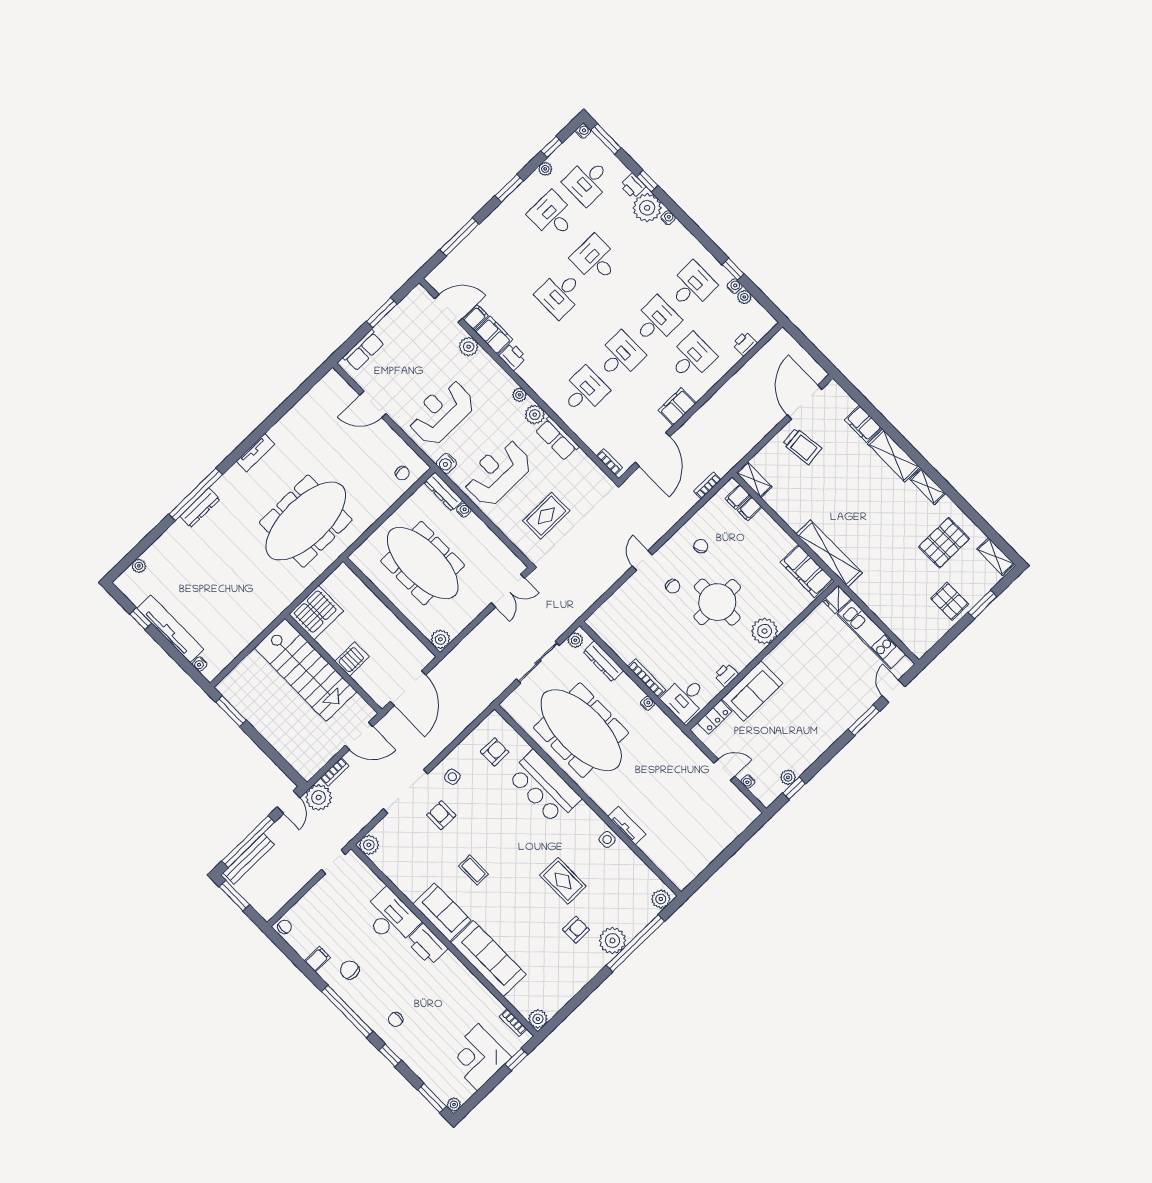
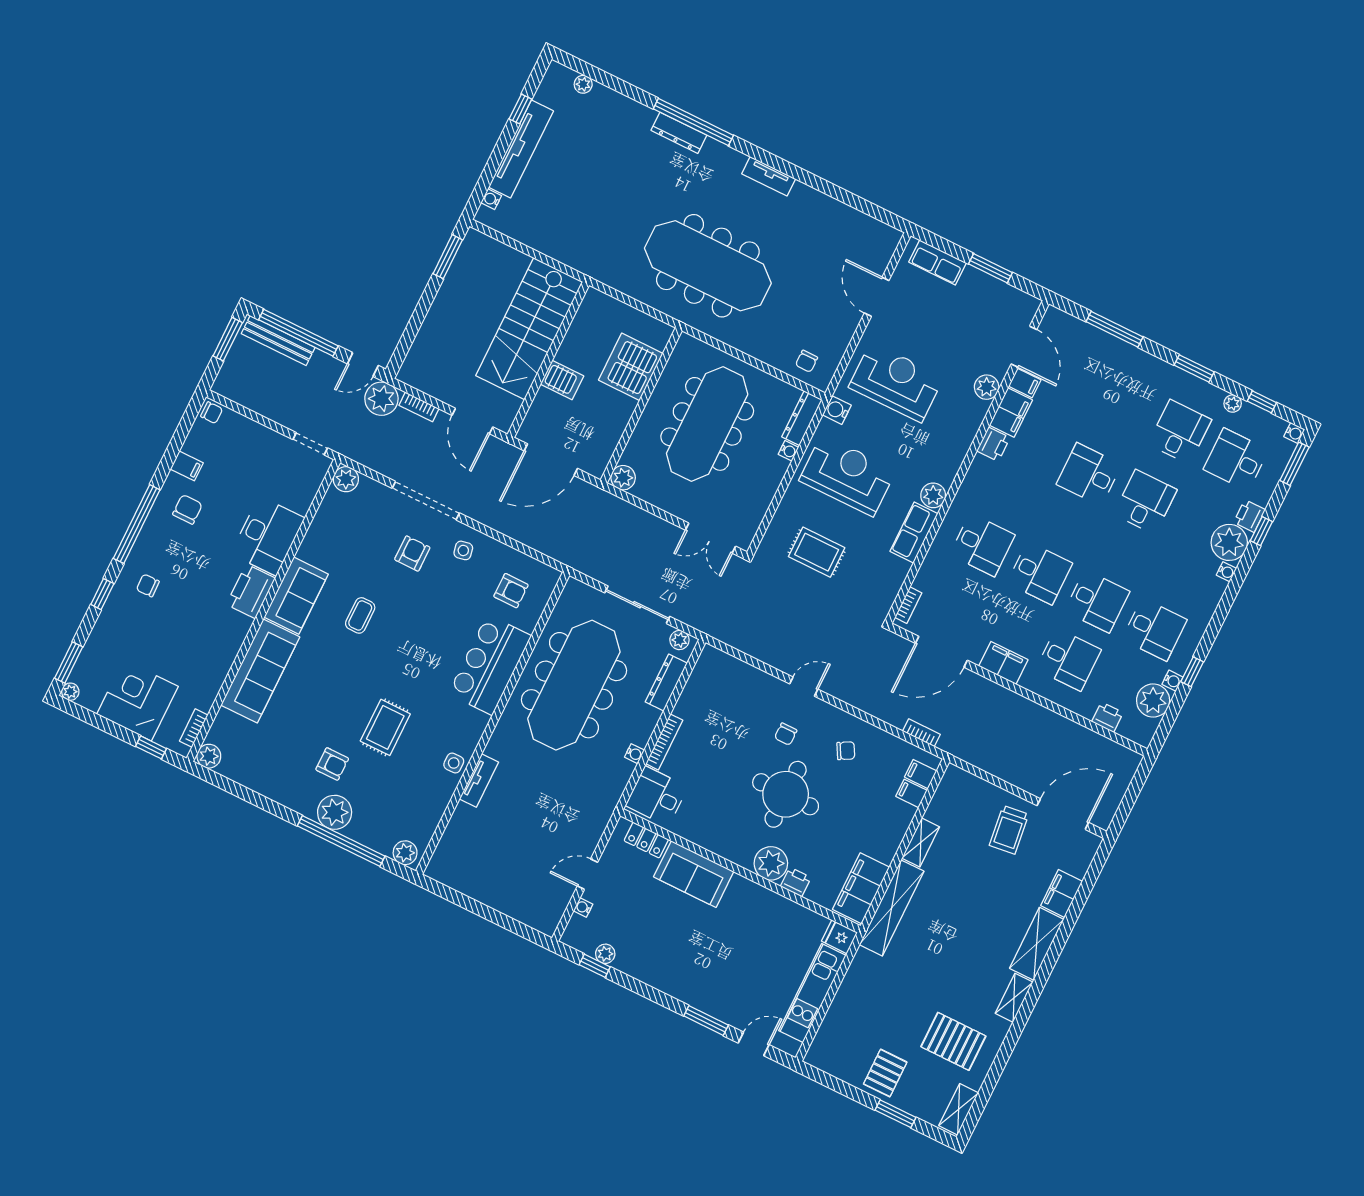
plant: (744, 297) -> (1153, 701), width x1.88, depth x1.88
plant: (519, 395) -> (950, 469), removed
shelving: (754, 480) -> (921, 842), moved
server rack: (316, 613) -> (631, 367), moved, turned 90
printer: (726, 675) -> (796, 882), moved
door: (724, 770) -> (587, 874), swing flipped

